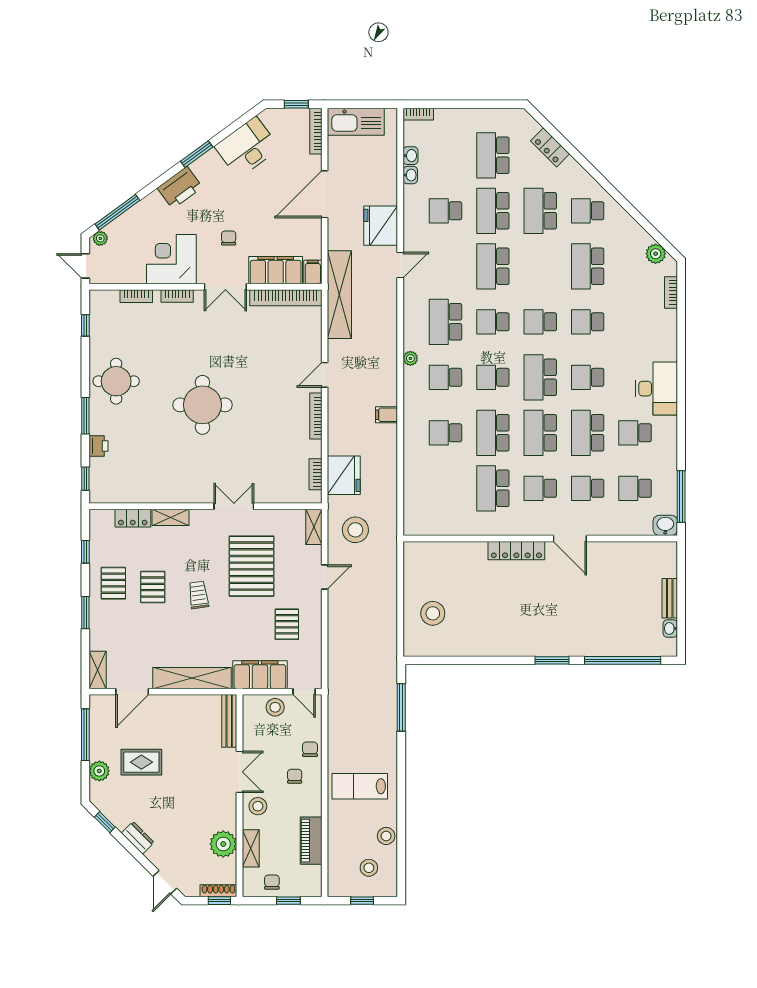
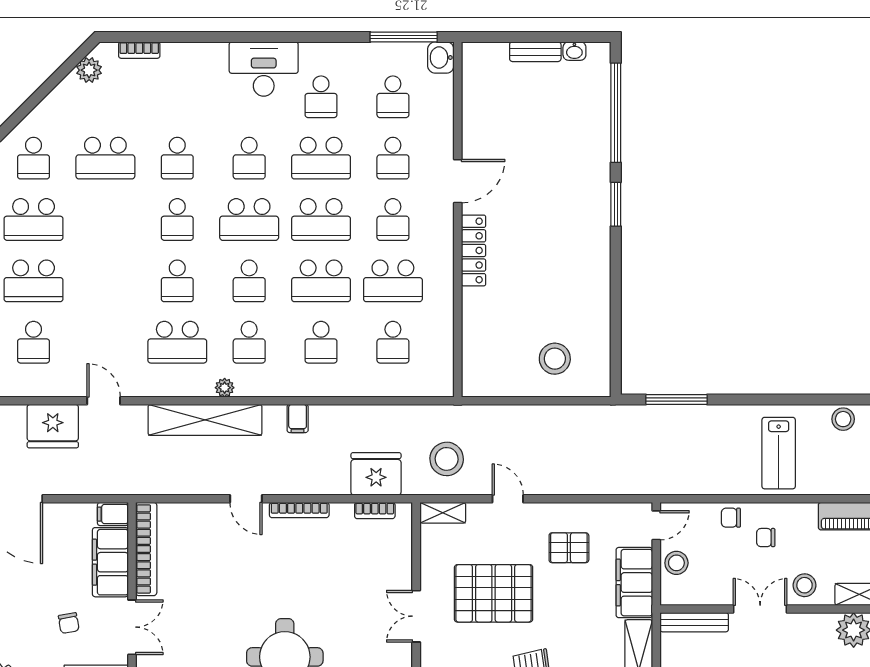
chair: (229, 238) -> (69, 623), turned -100
school desk: (493, 266) -> (393, 342), moved, width x0.54
shelving: (339, 295) -> (205, 420), moved

